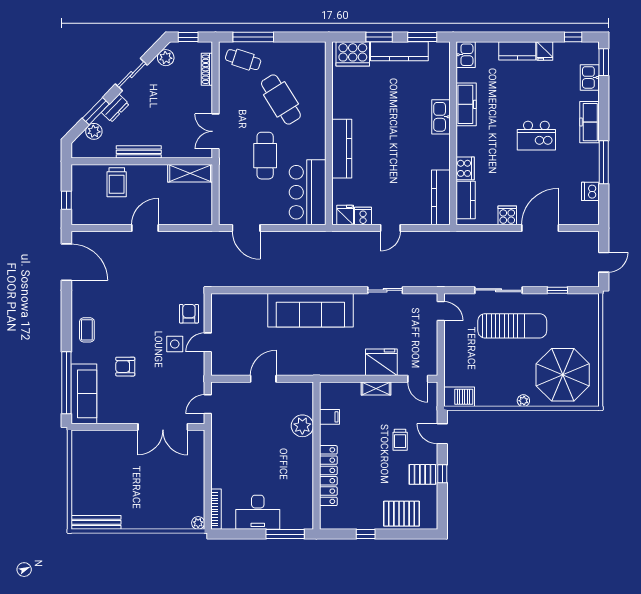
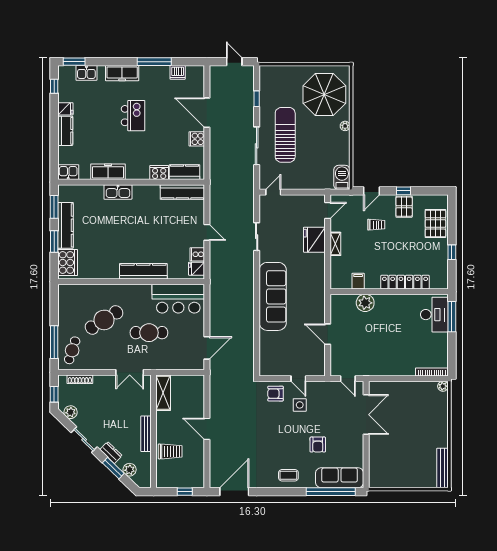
desk: (258, 512) -> (434, 315), moved

